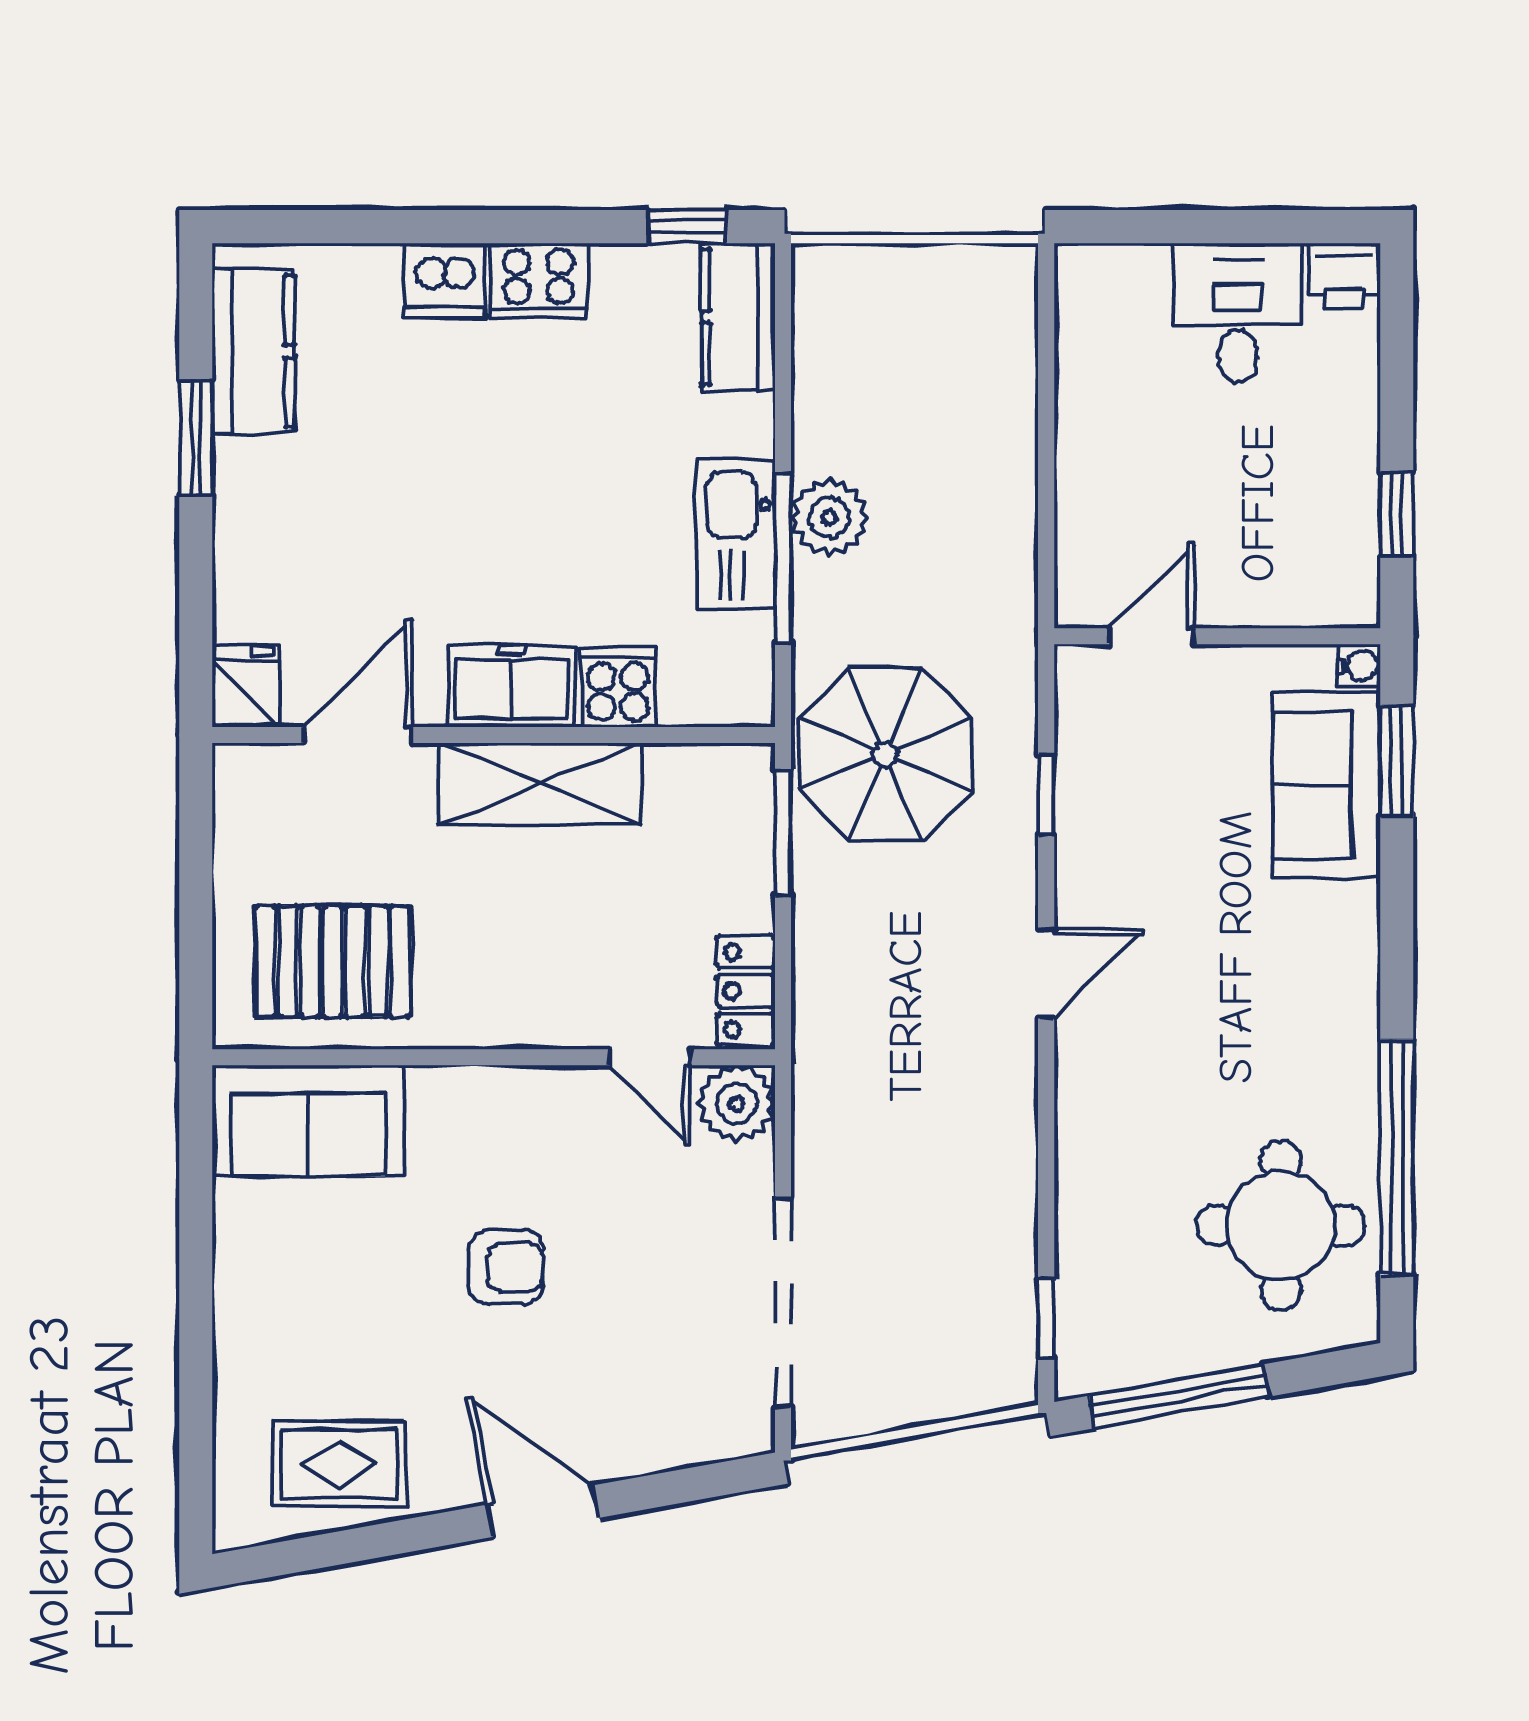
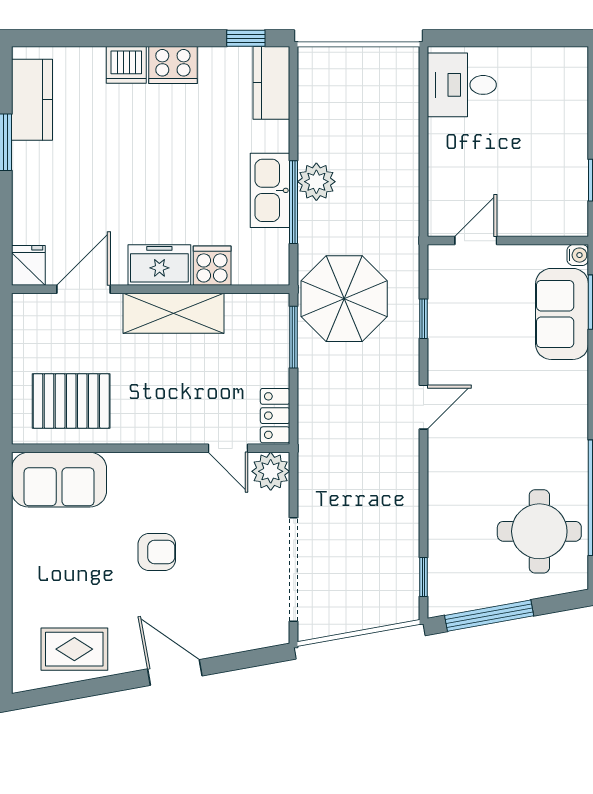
printer: (1344, 276) -> (571, 63), removed
desk: (1238, 313) -> (462, 85), moved, turned -90

